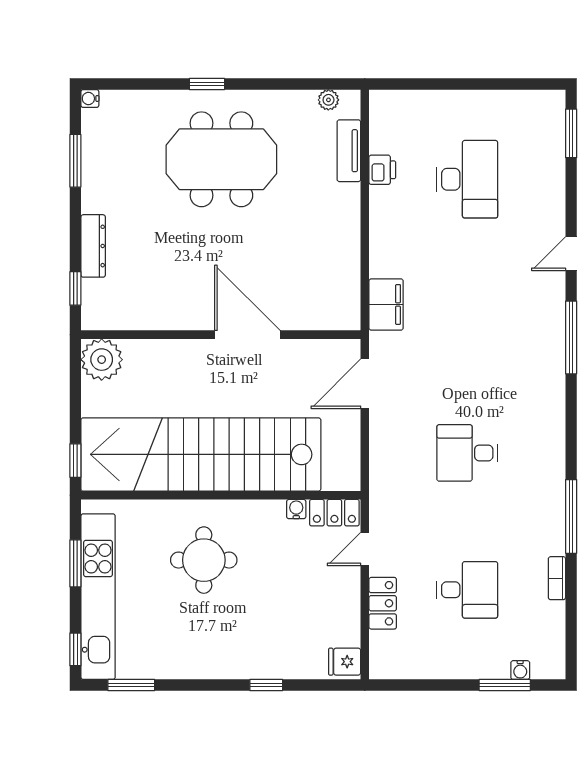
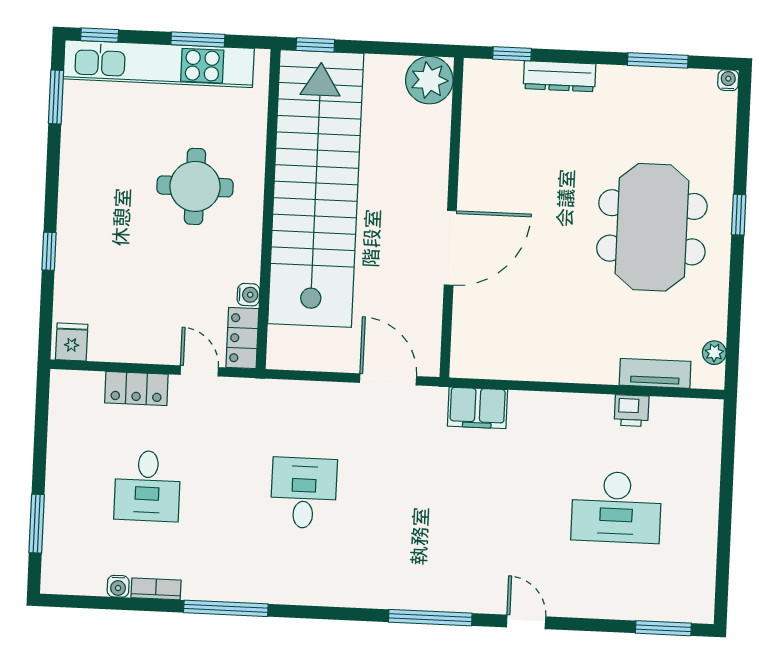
water cooler: (520, 670) -> (118, 586), moved, turned -90

